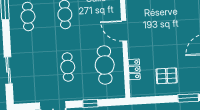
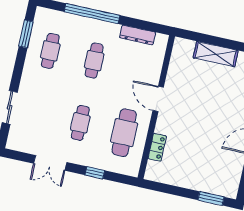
pallet: (167, 76) -> (193, 165), removed

